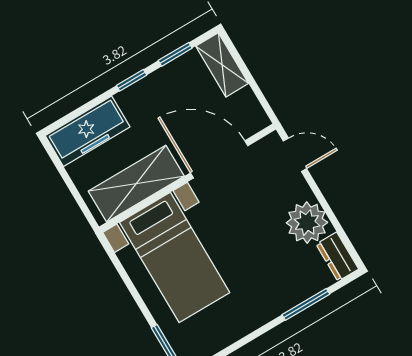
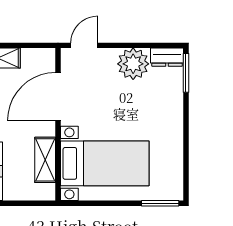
shelving: (136, 184) -> (45, 160), width x0.67, depth x0.75
window: (306, 304) -> (186, 73), moved

